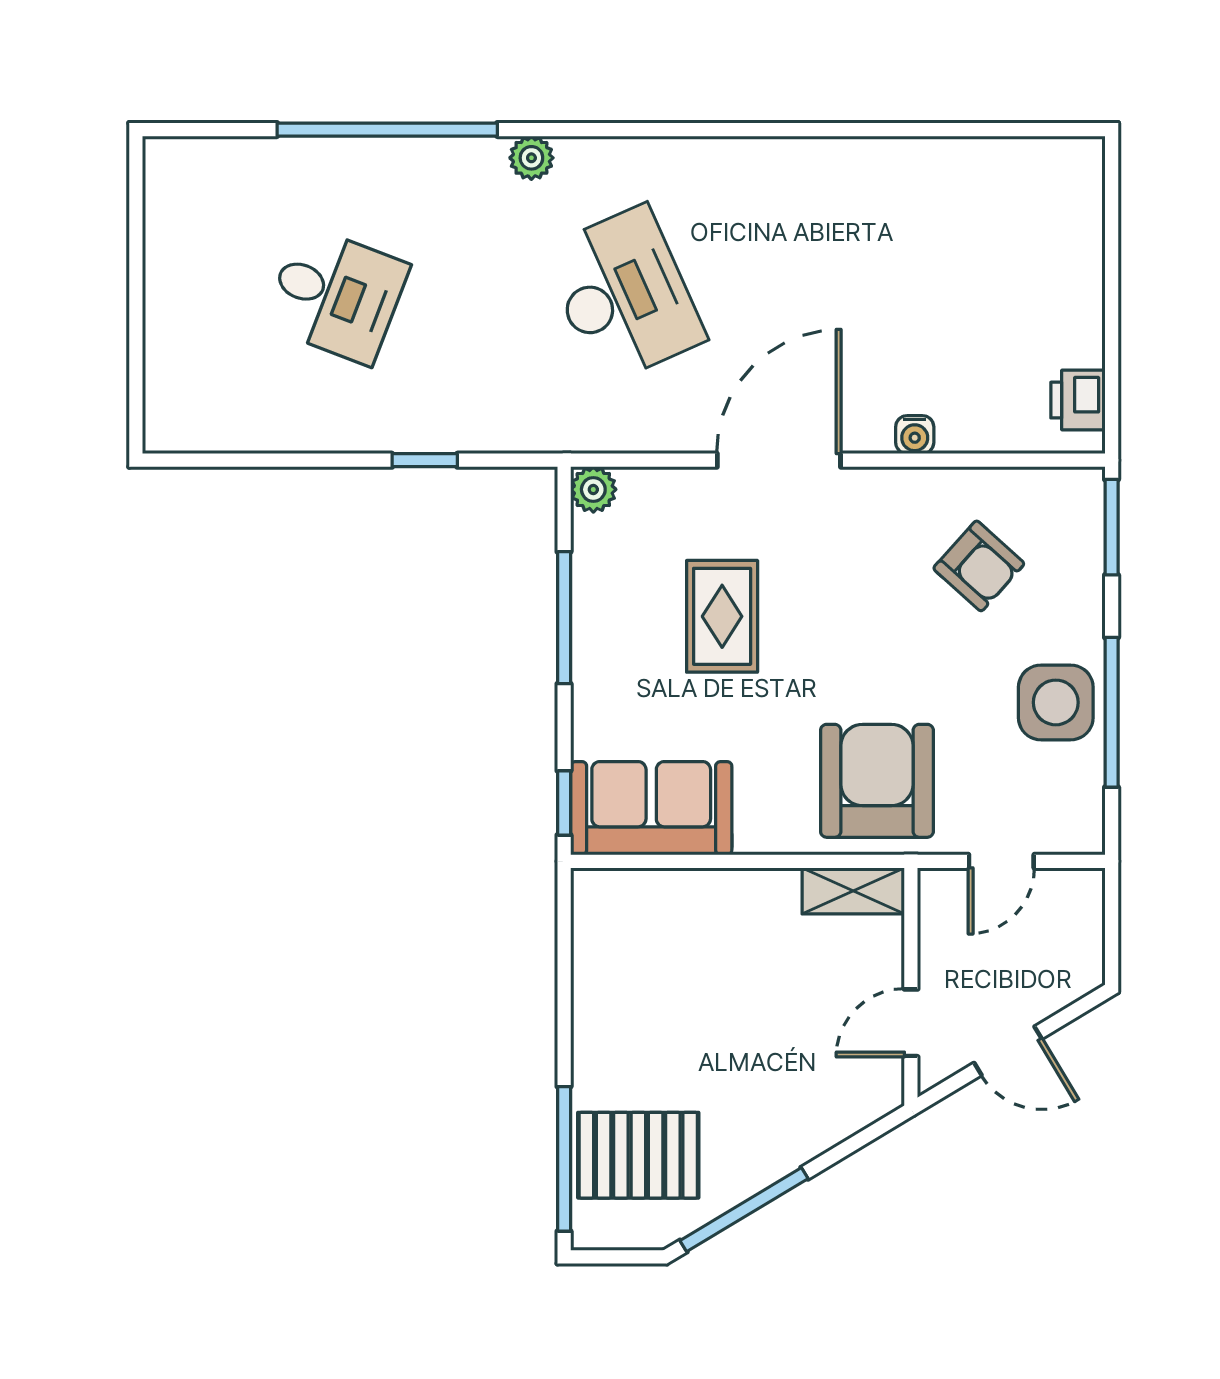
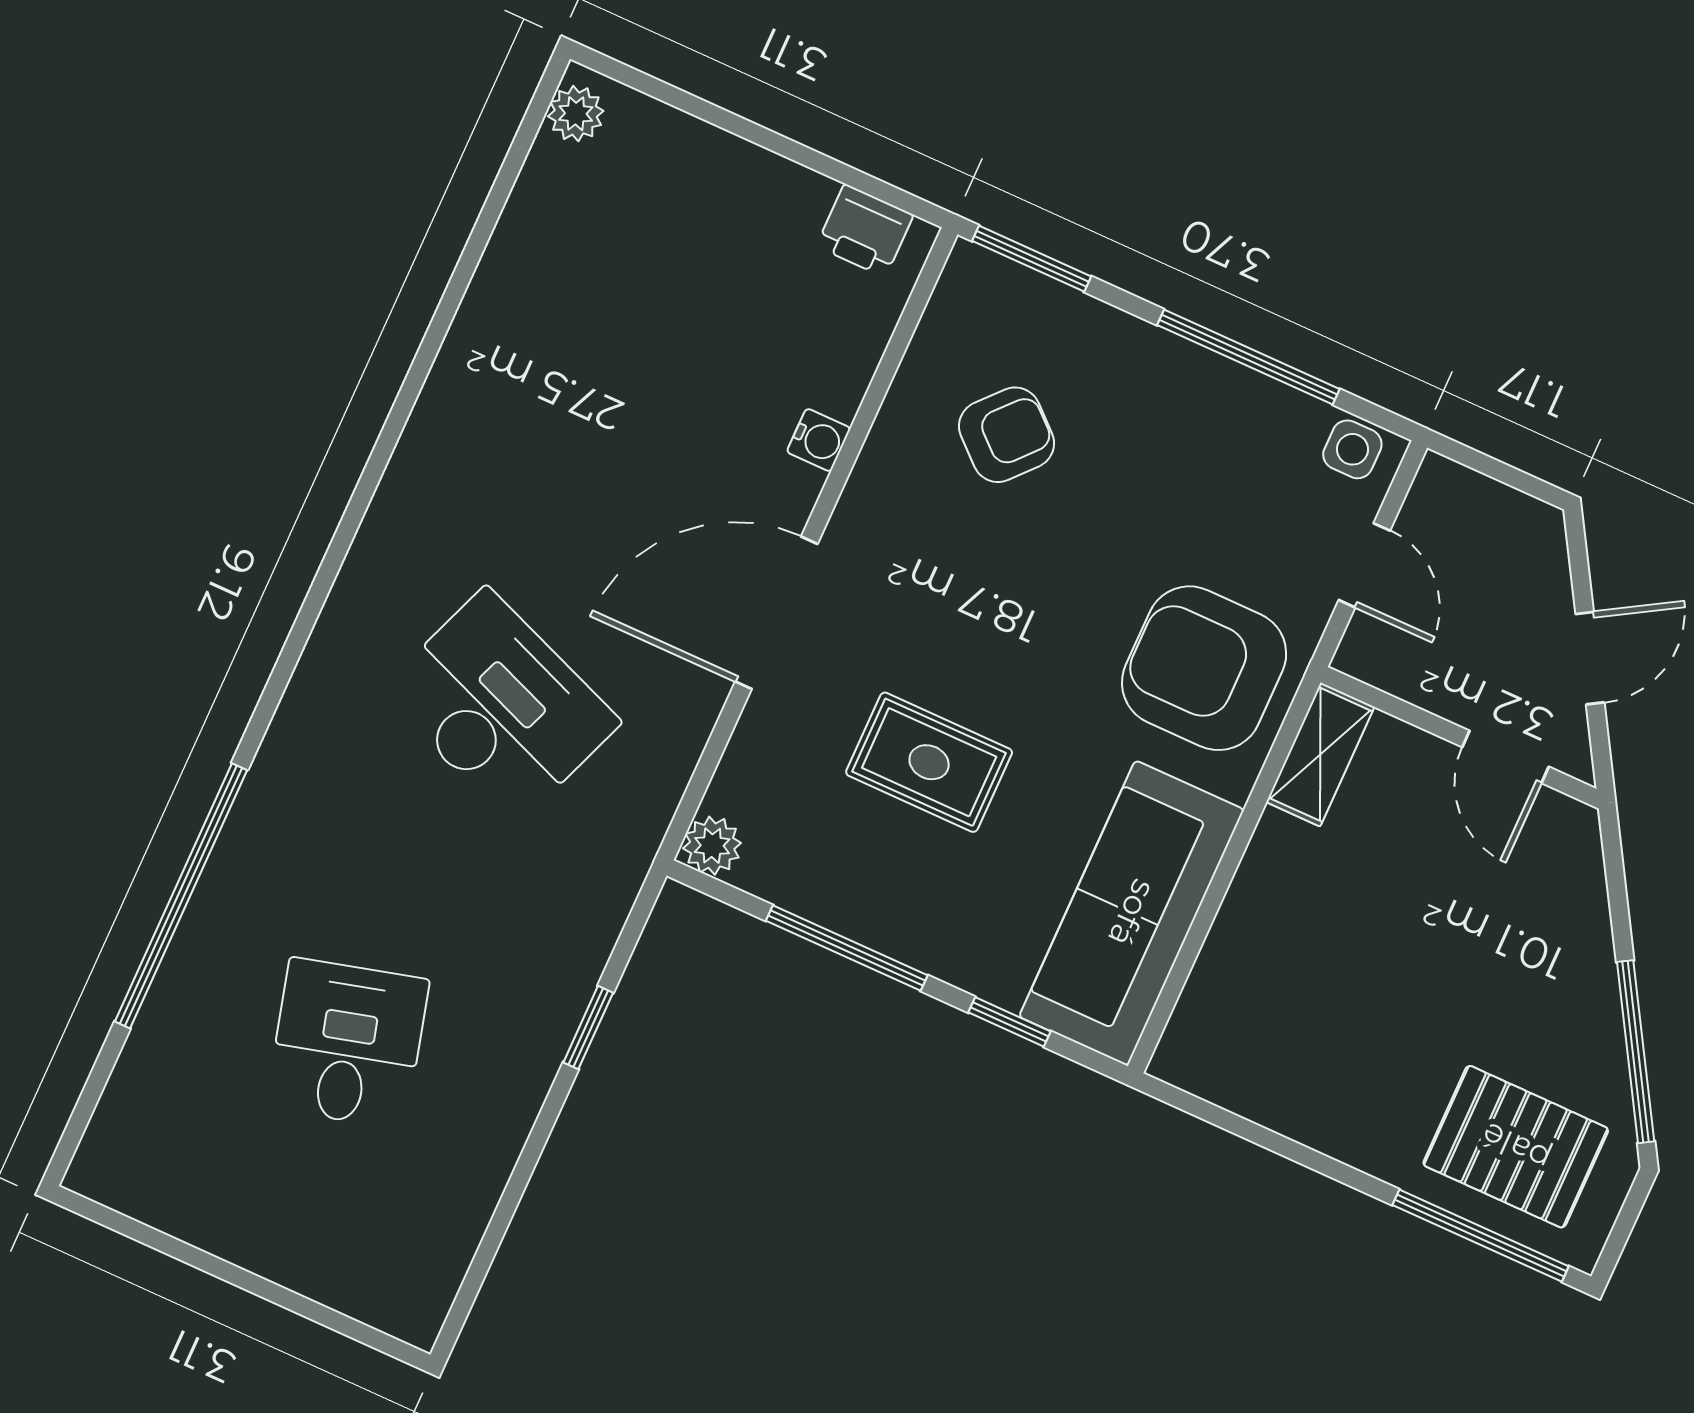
plant: (531, 158) -> (576, 114), moved
desk: (336, 295) -> (348, 1043), turned -36
desk: (624, 295) -> (500, 707), turned 45
door: (779, 460) -> (776, 613), hinge flipped
side table: (1056, 702) -> (1352, 449), moved, width x0.54, depth x0.54
window: (564, 803) -> (1010, 1022), moved
sofa: (651, 808) -> (1132, 913), width x1.36
pallet: (638, 1155) -> (1516, 1147), turned 90

